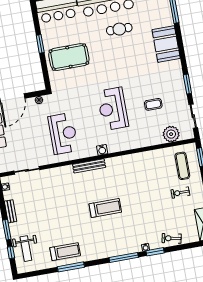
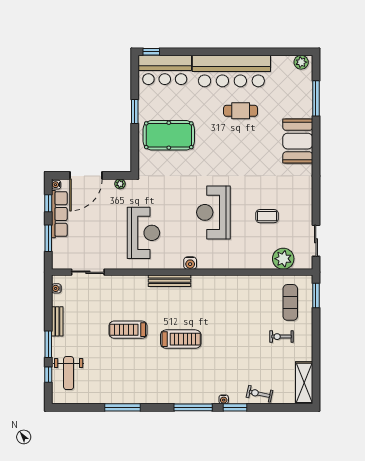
window: (187, 84) -> (316, 198), removed
treadmill: (65, 252) -> (128, 330), moved, turned 180

